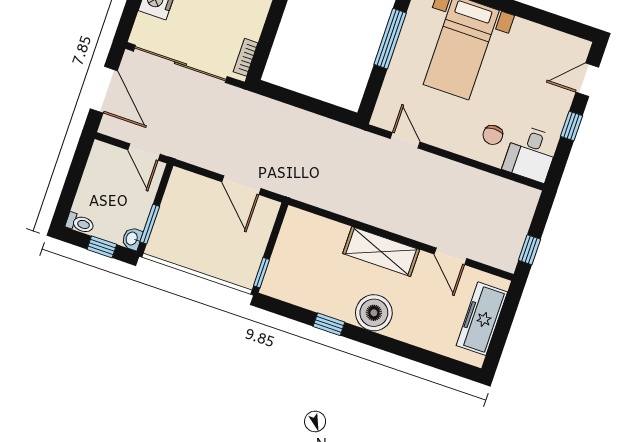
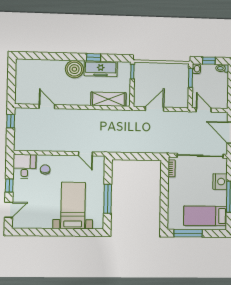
door: (241, 185) -> (154, 109), hinge flipped
shelving: (381, 252) -> (108, 99), moved
freezer: (482, 319) -> (101, 69), moved, turned 90

